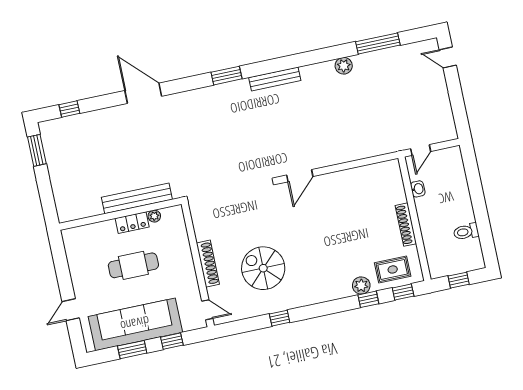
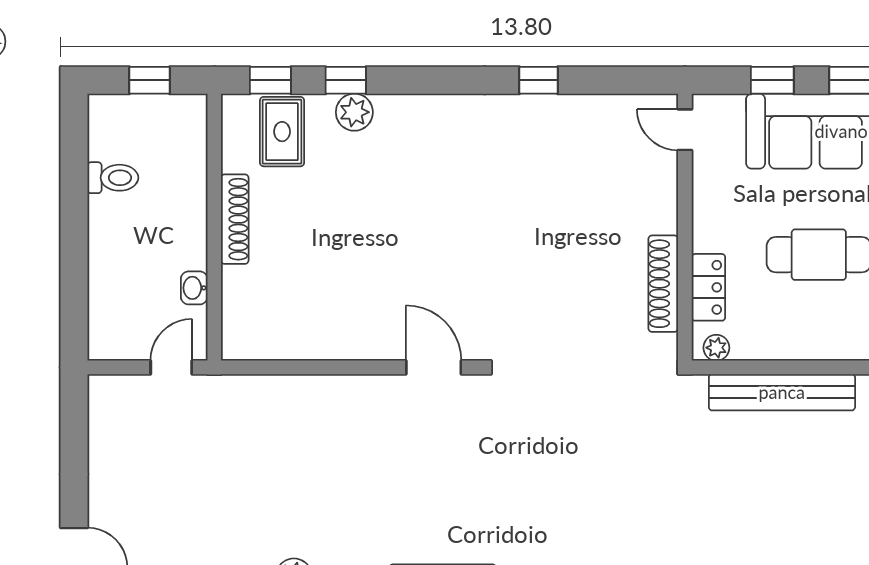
door: (300, 176) -> (434, 367), hinge flipped
plant: (154, 216) -> (716, 348), moved
locker: (132, 223) -> (708, 287), moved, turned 90
shoe rack: (208, 264) -> (663, 284), moved
spiral stairs: (263, 268) -> (550, 191), removed
rug: (393, 269) -> (282, 132), turned 90

